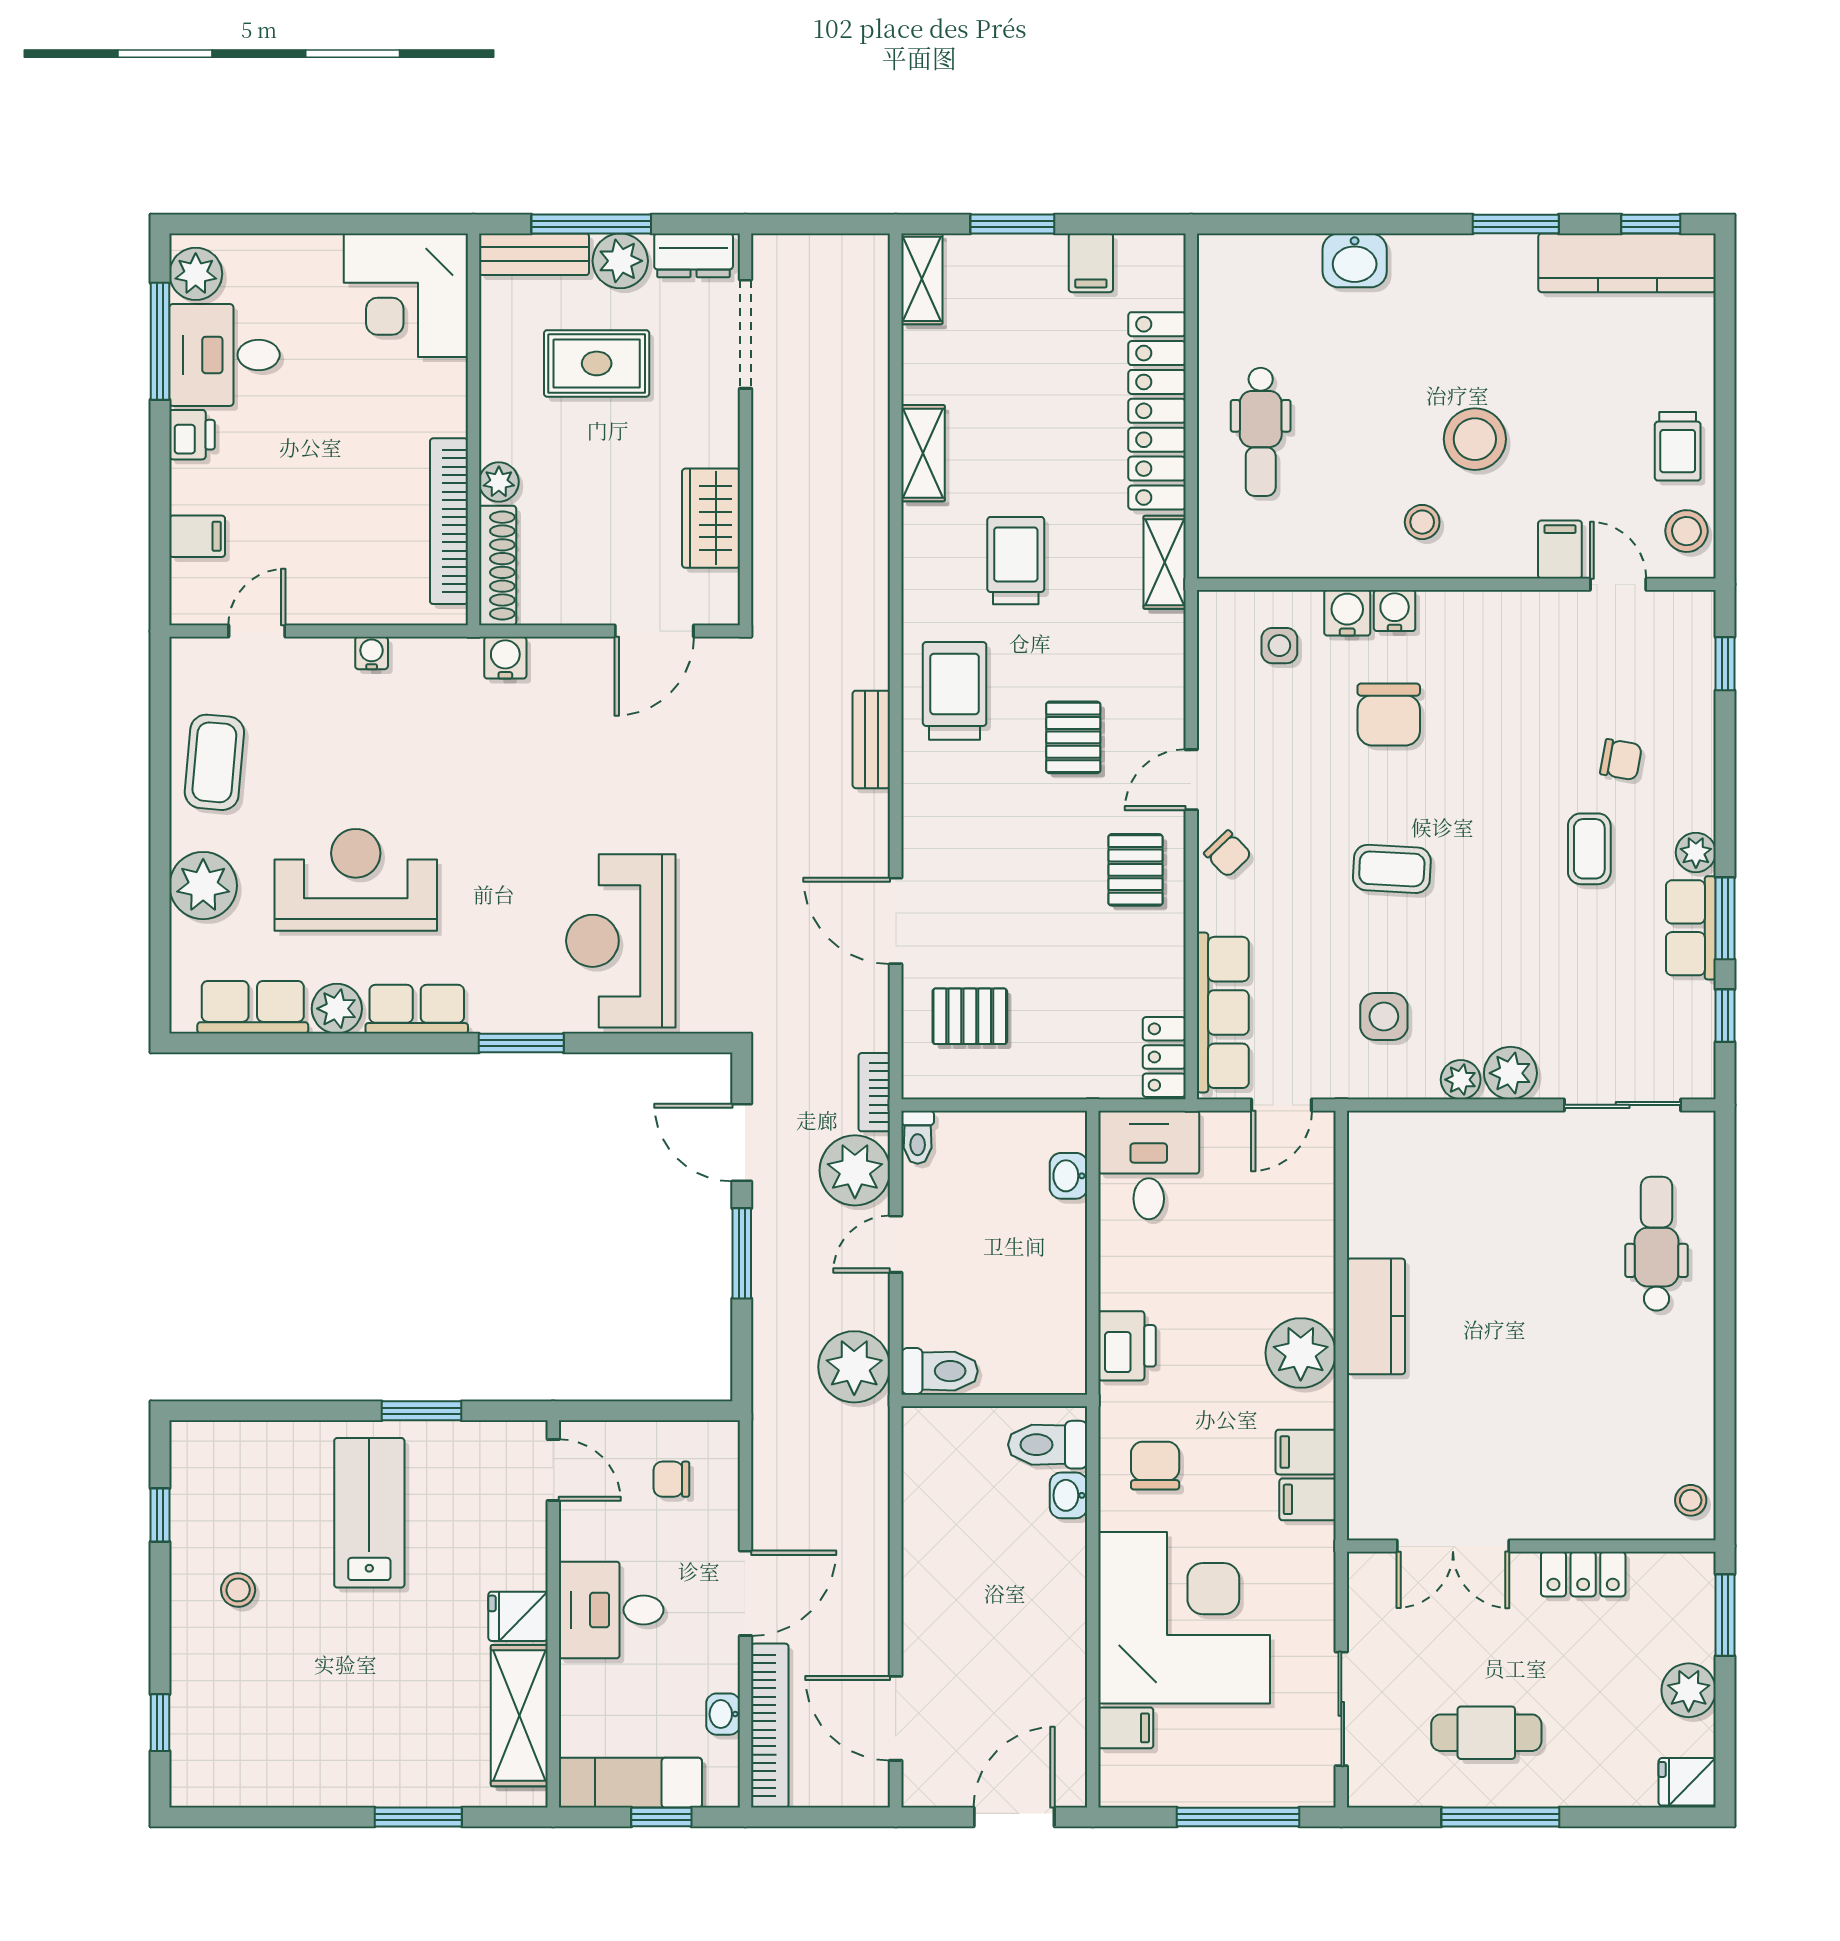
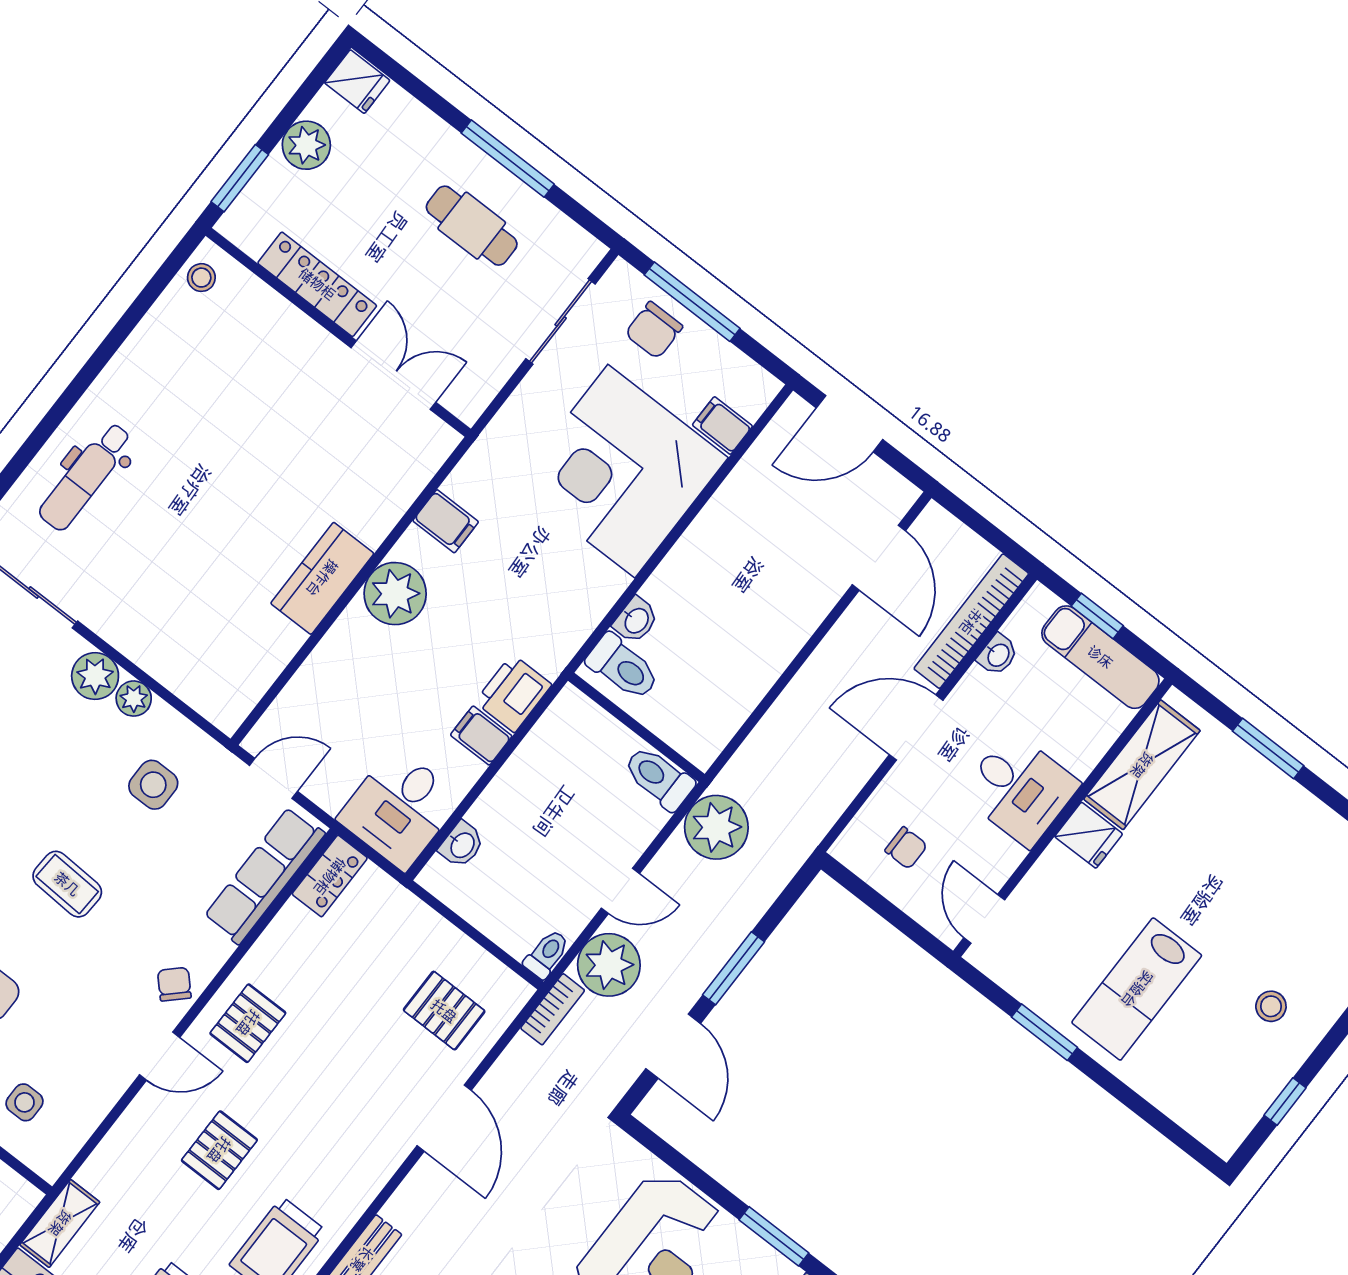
chair: (1155, 1466) -> (654, 330), moved
filing cabinet: (1308, 1499) -> (481, 736), moved, turned 180
locker: (1583, 1574) -> (317, 284), width x1.53

